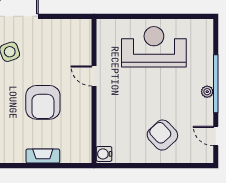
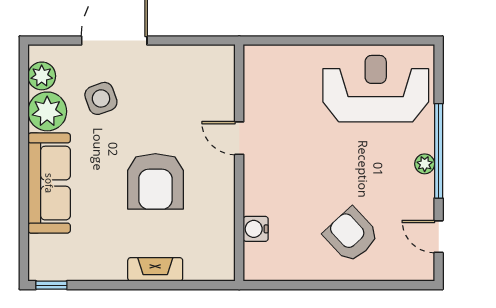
reception desk: (154, 47) -> (376, 89), moved
water cooler: (104, 154) -> (256, 229), moved

